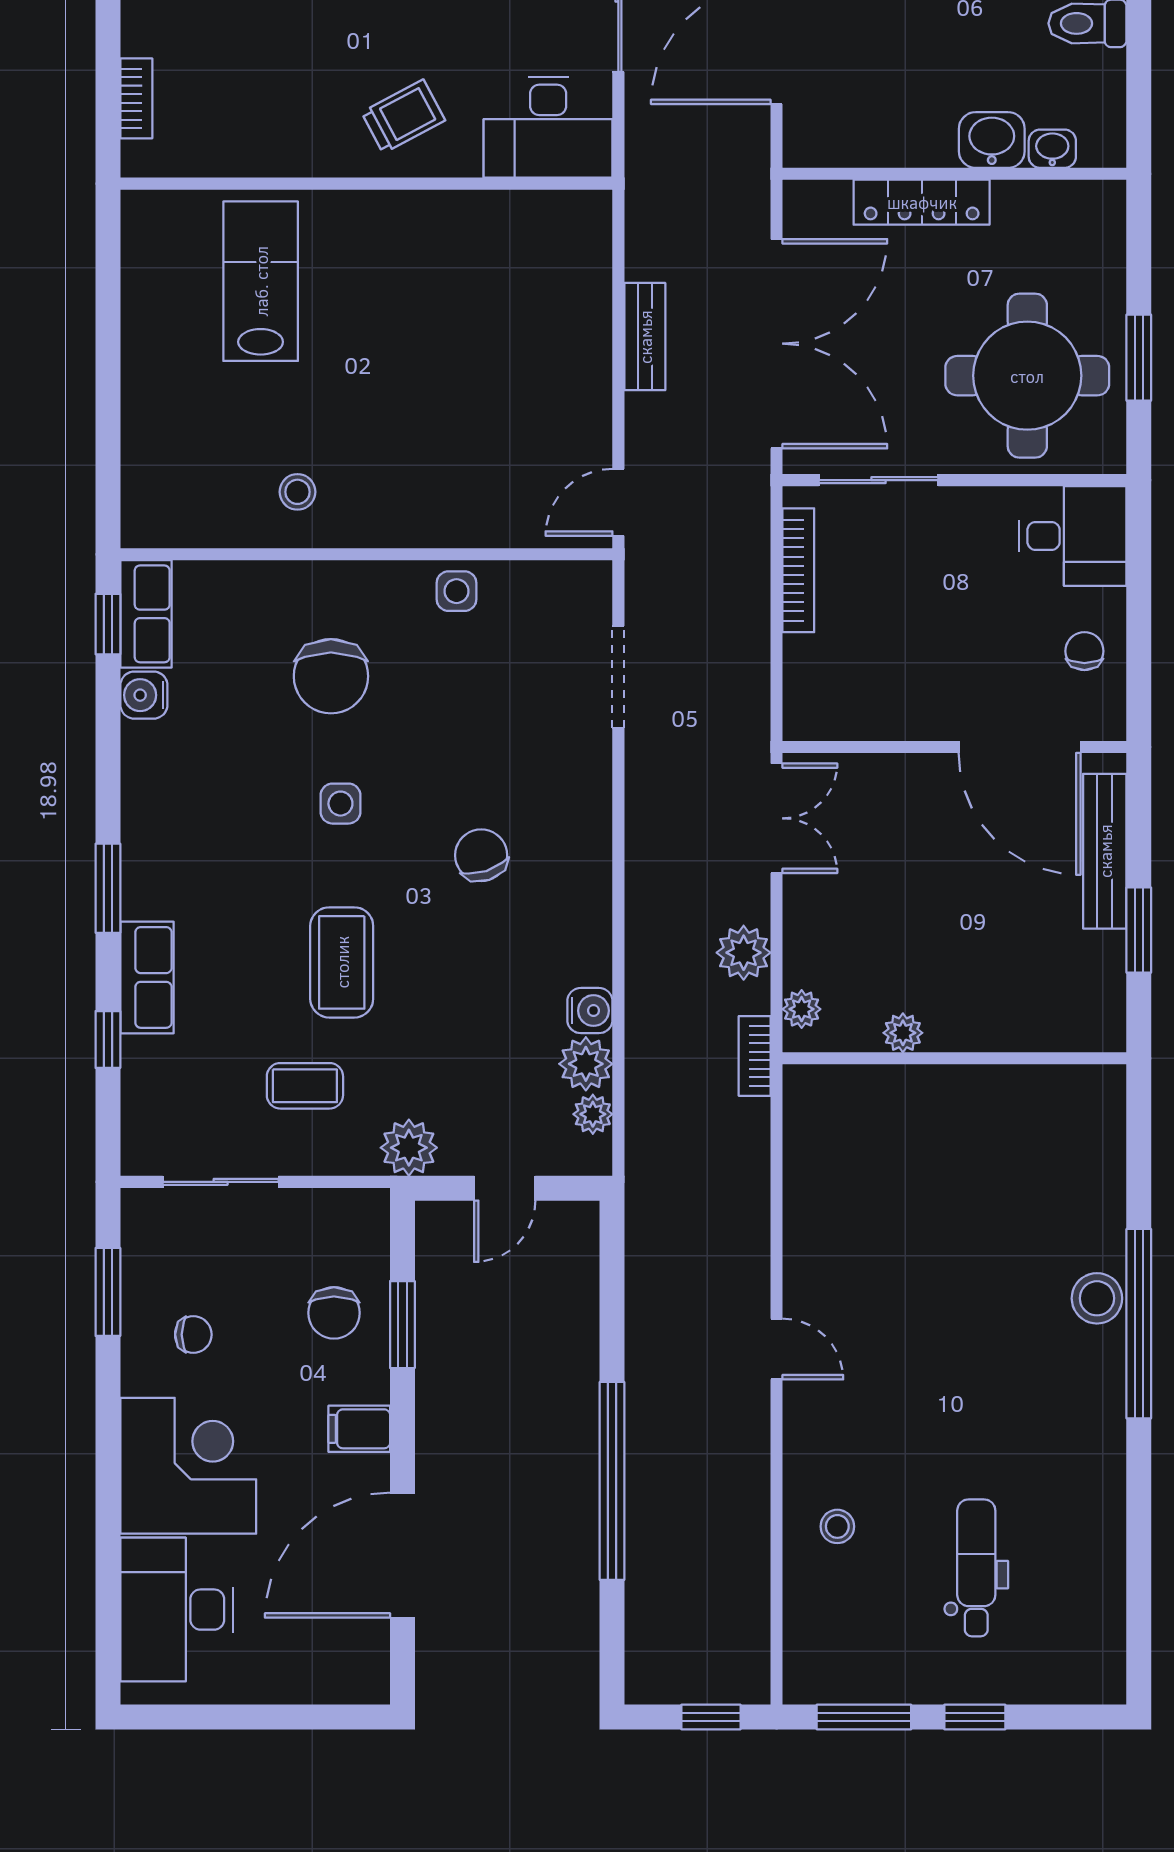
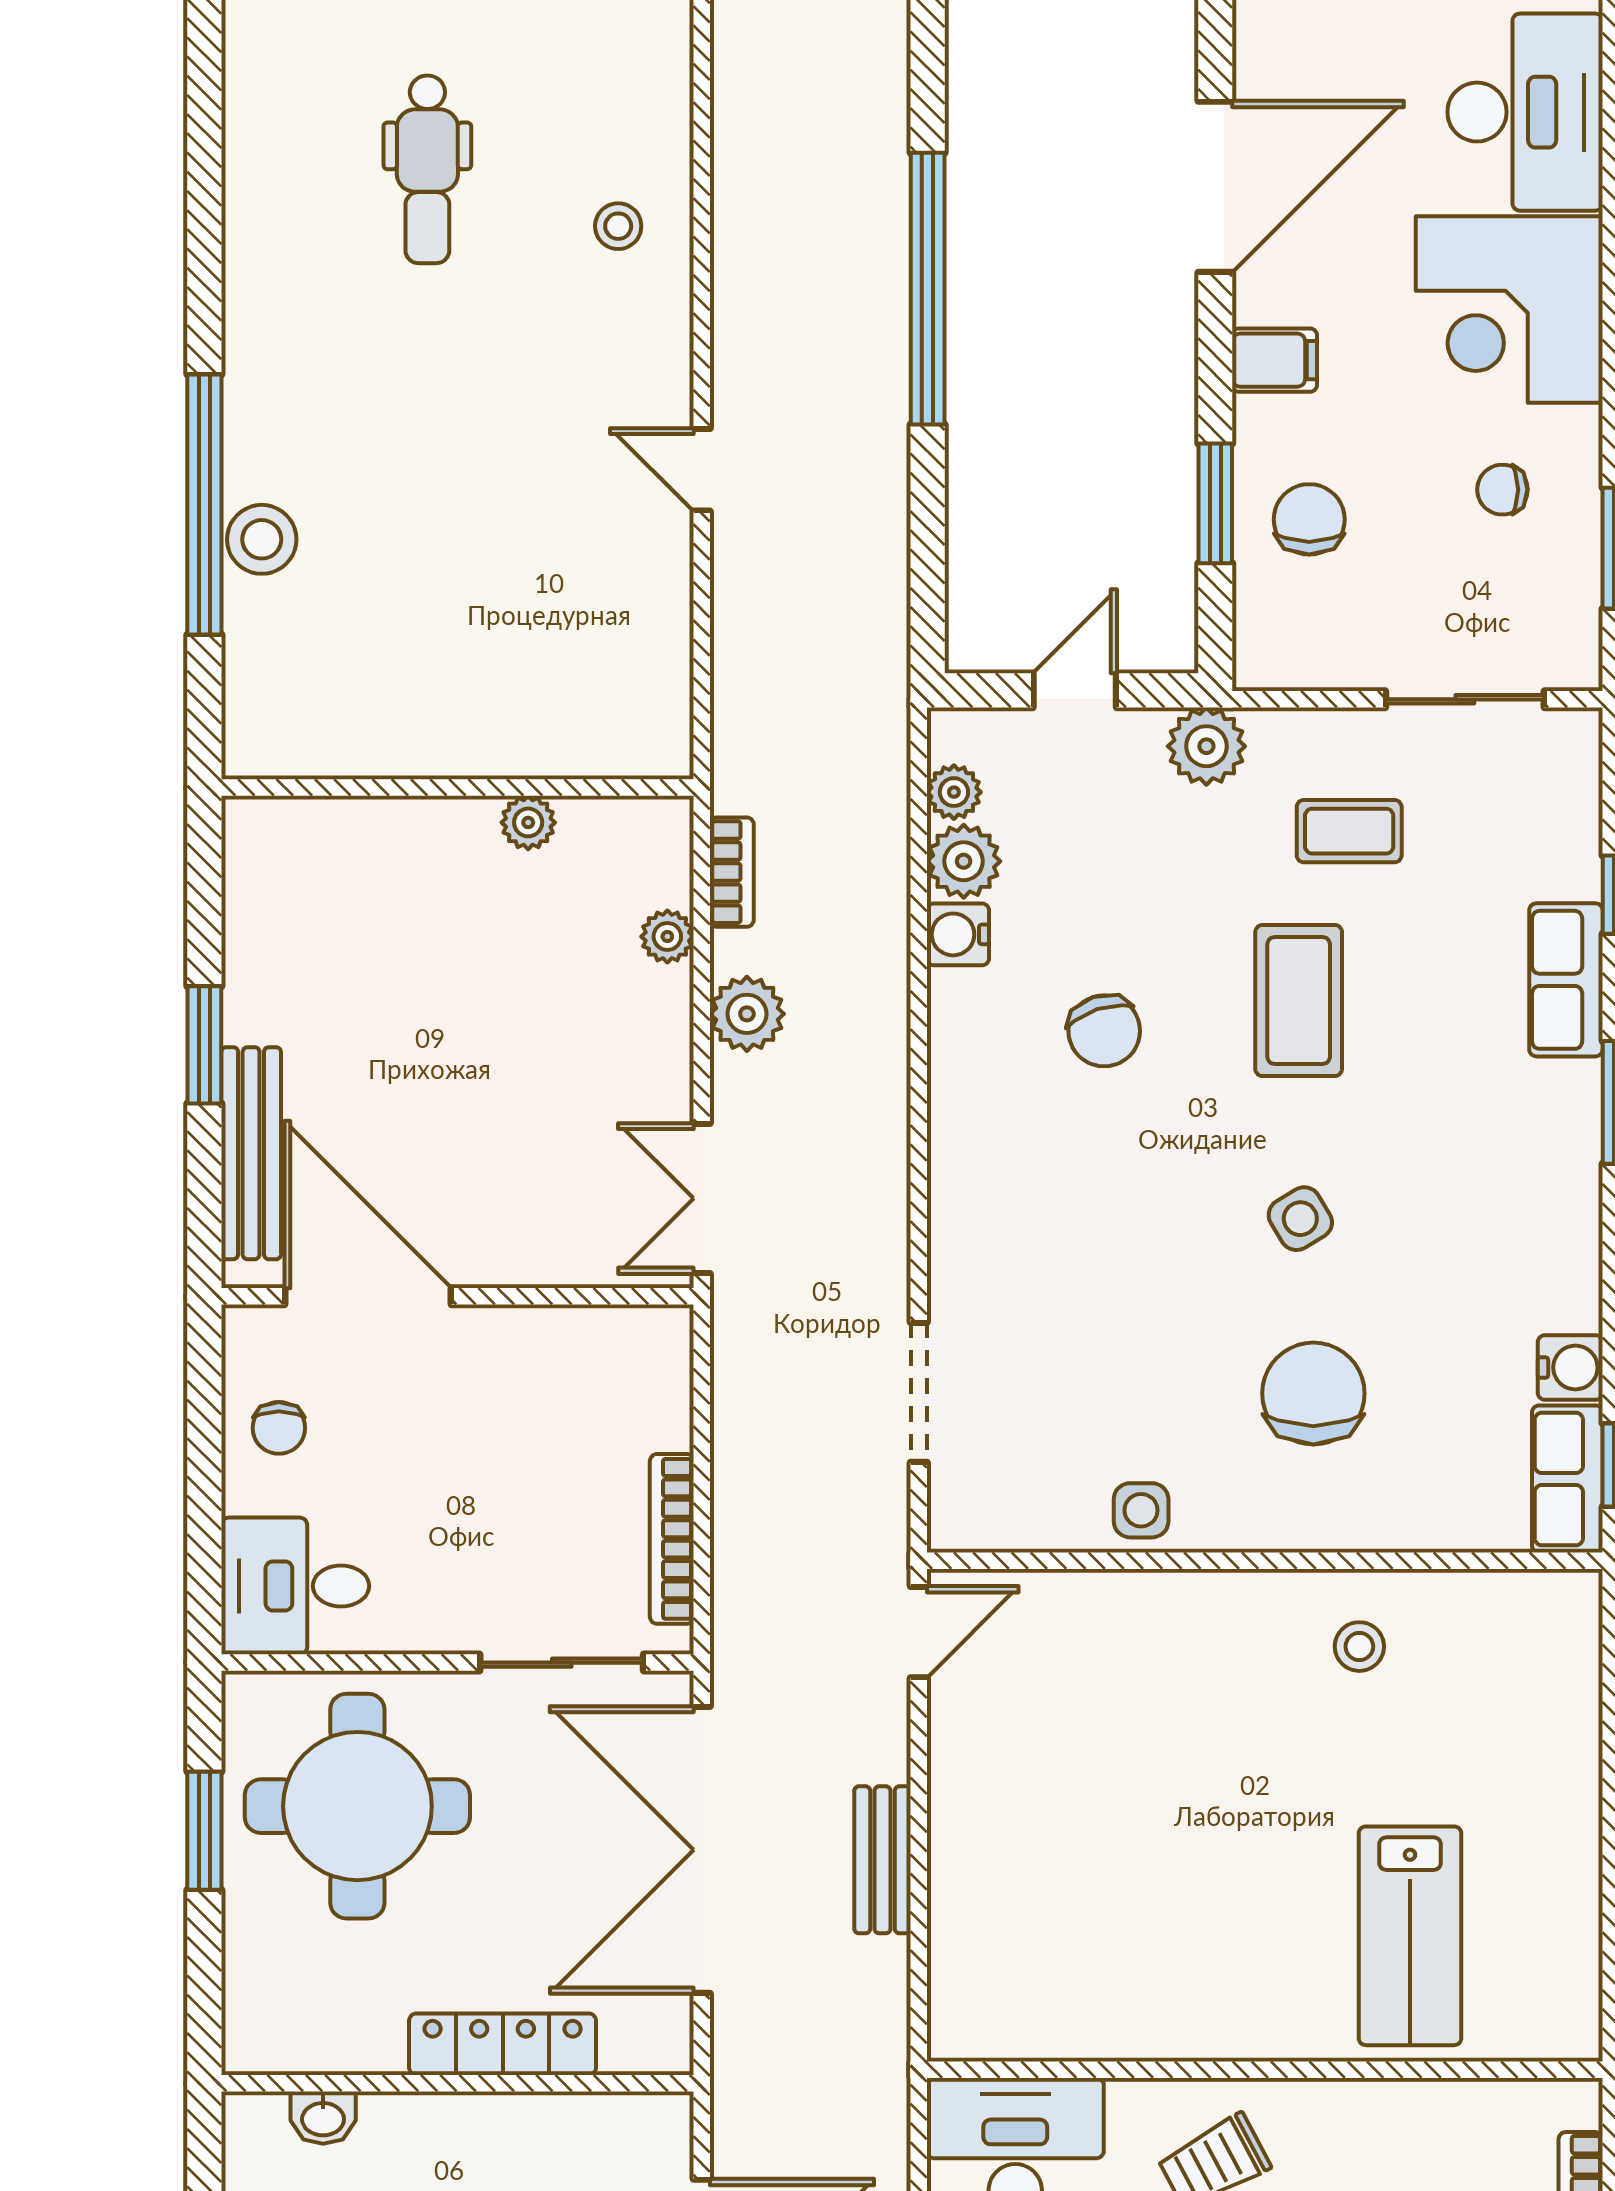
washbasin: (992, 140) -> (406, 2130), removed
side table: (340, 804) -> (1300, 1219), turned -31
chair: (481, 855) -> (1104, 1031), moved
plant: (903, 1033) -> (528, 822), moved
wall: (954, 1058) -> (457, 787), moved

